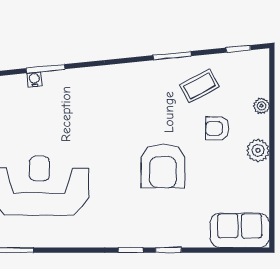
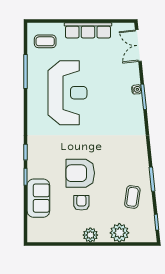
coffee table: (199, 86) -> (132, 197), turned 36
plant: (262, 106) -> (119, 233), width x1.87, depth x1.87
armchair: (217, 128) -> (81, 203), moved
sofa: (240, 230) -> (38, 198), moved

